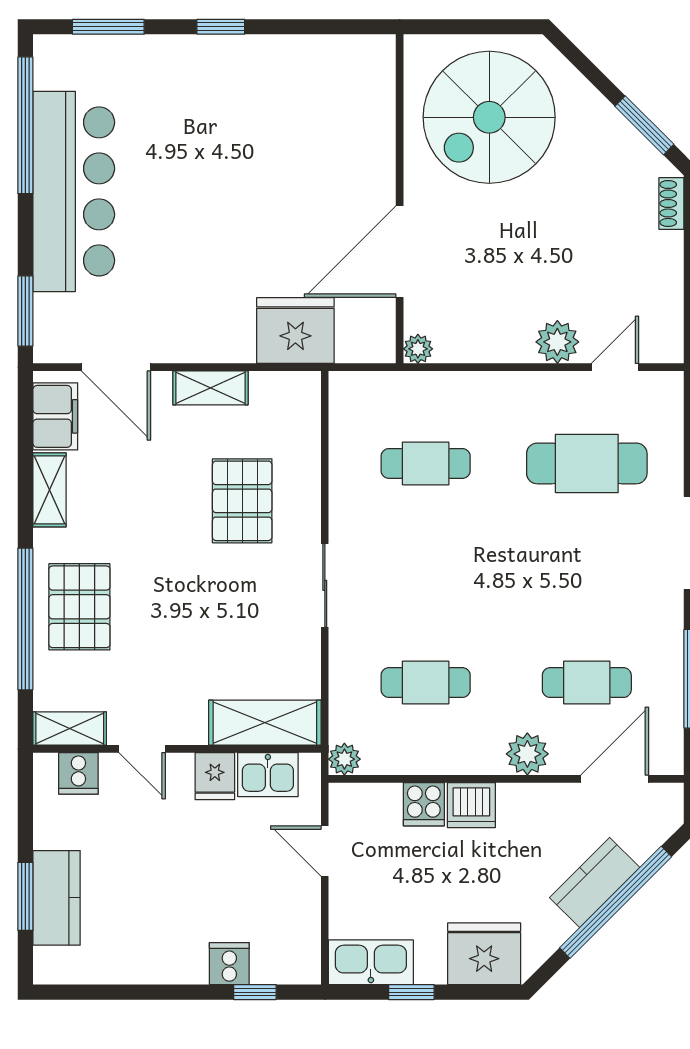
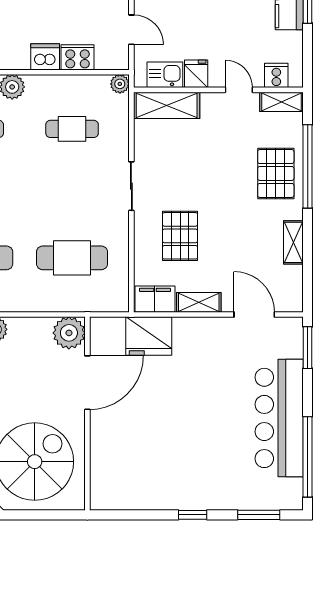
plant: (418, 349) -> (69, 333), width x1.87, depth x1.87
filing cabinet: (55, 416) -> (155, 299), moved, turned 90
cafe table: (426, 463) -> (72, 258), width x1.37, depth x1.35
cooker: (424, 804) -> (77, 57), width x1.36

